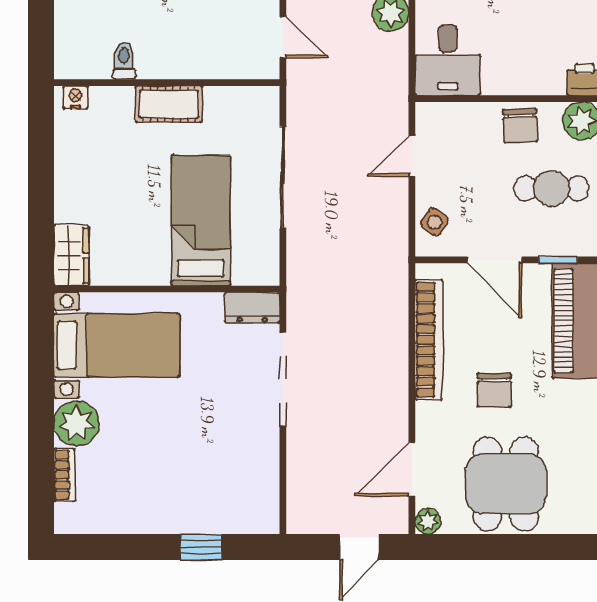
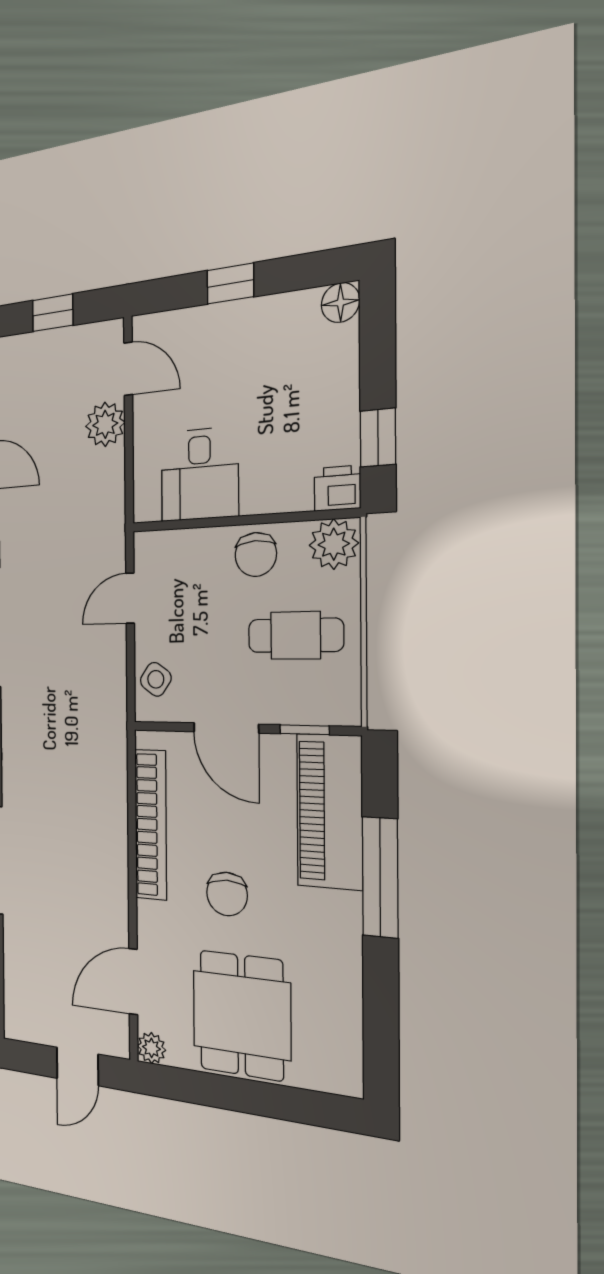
desk: (448, 60) -> (200, 474), moved

